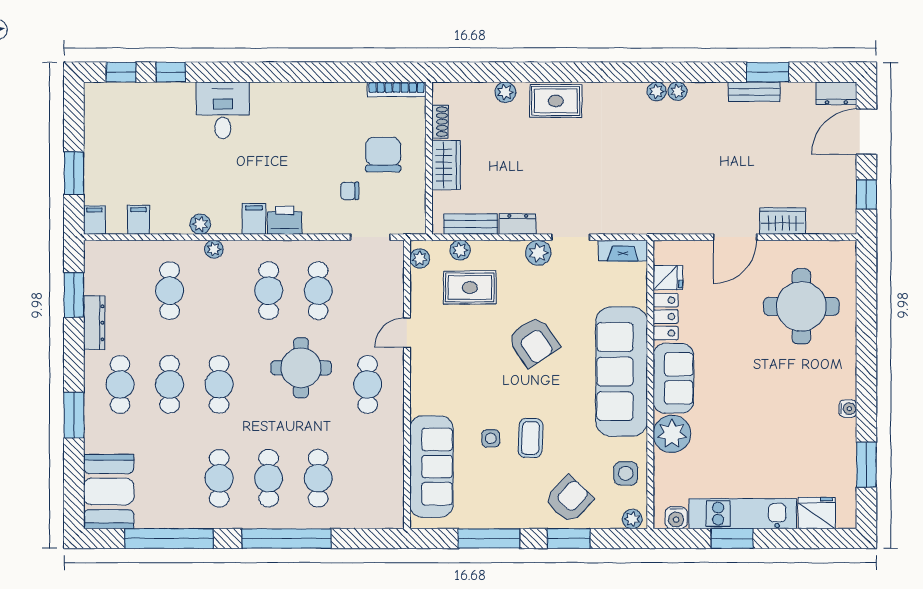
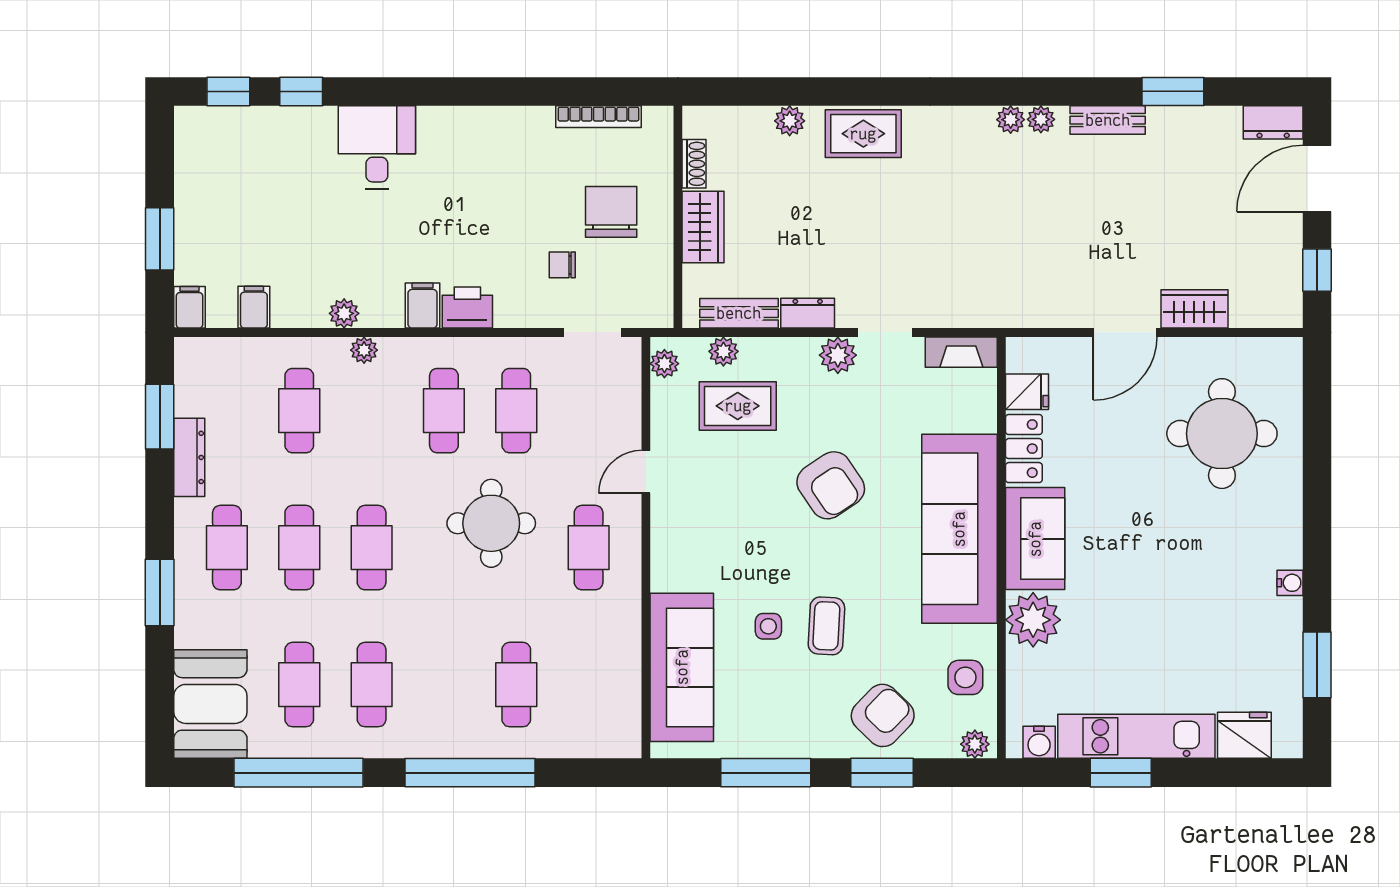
bookcase: (397, 89) -> (598, 117), moved
bench: (754, 92) -> (1108, 120), moved
cafe table: (269, 478) -> (299, 685), moved

